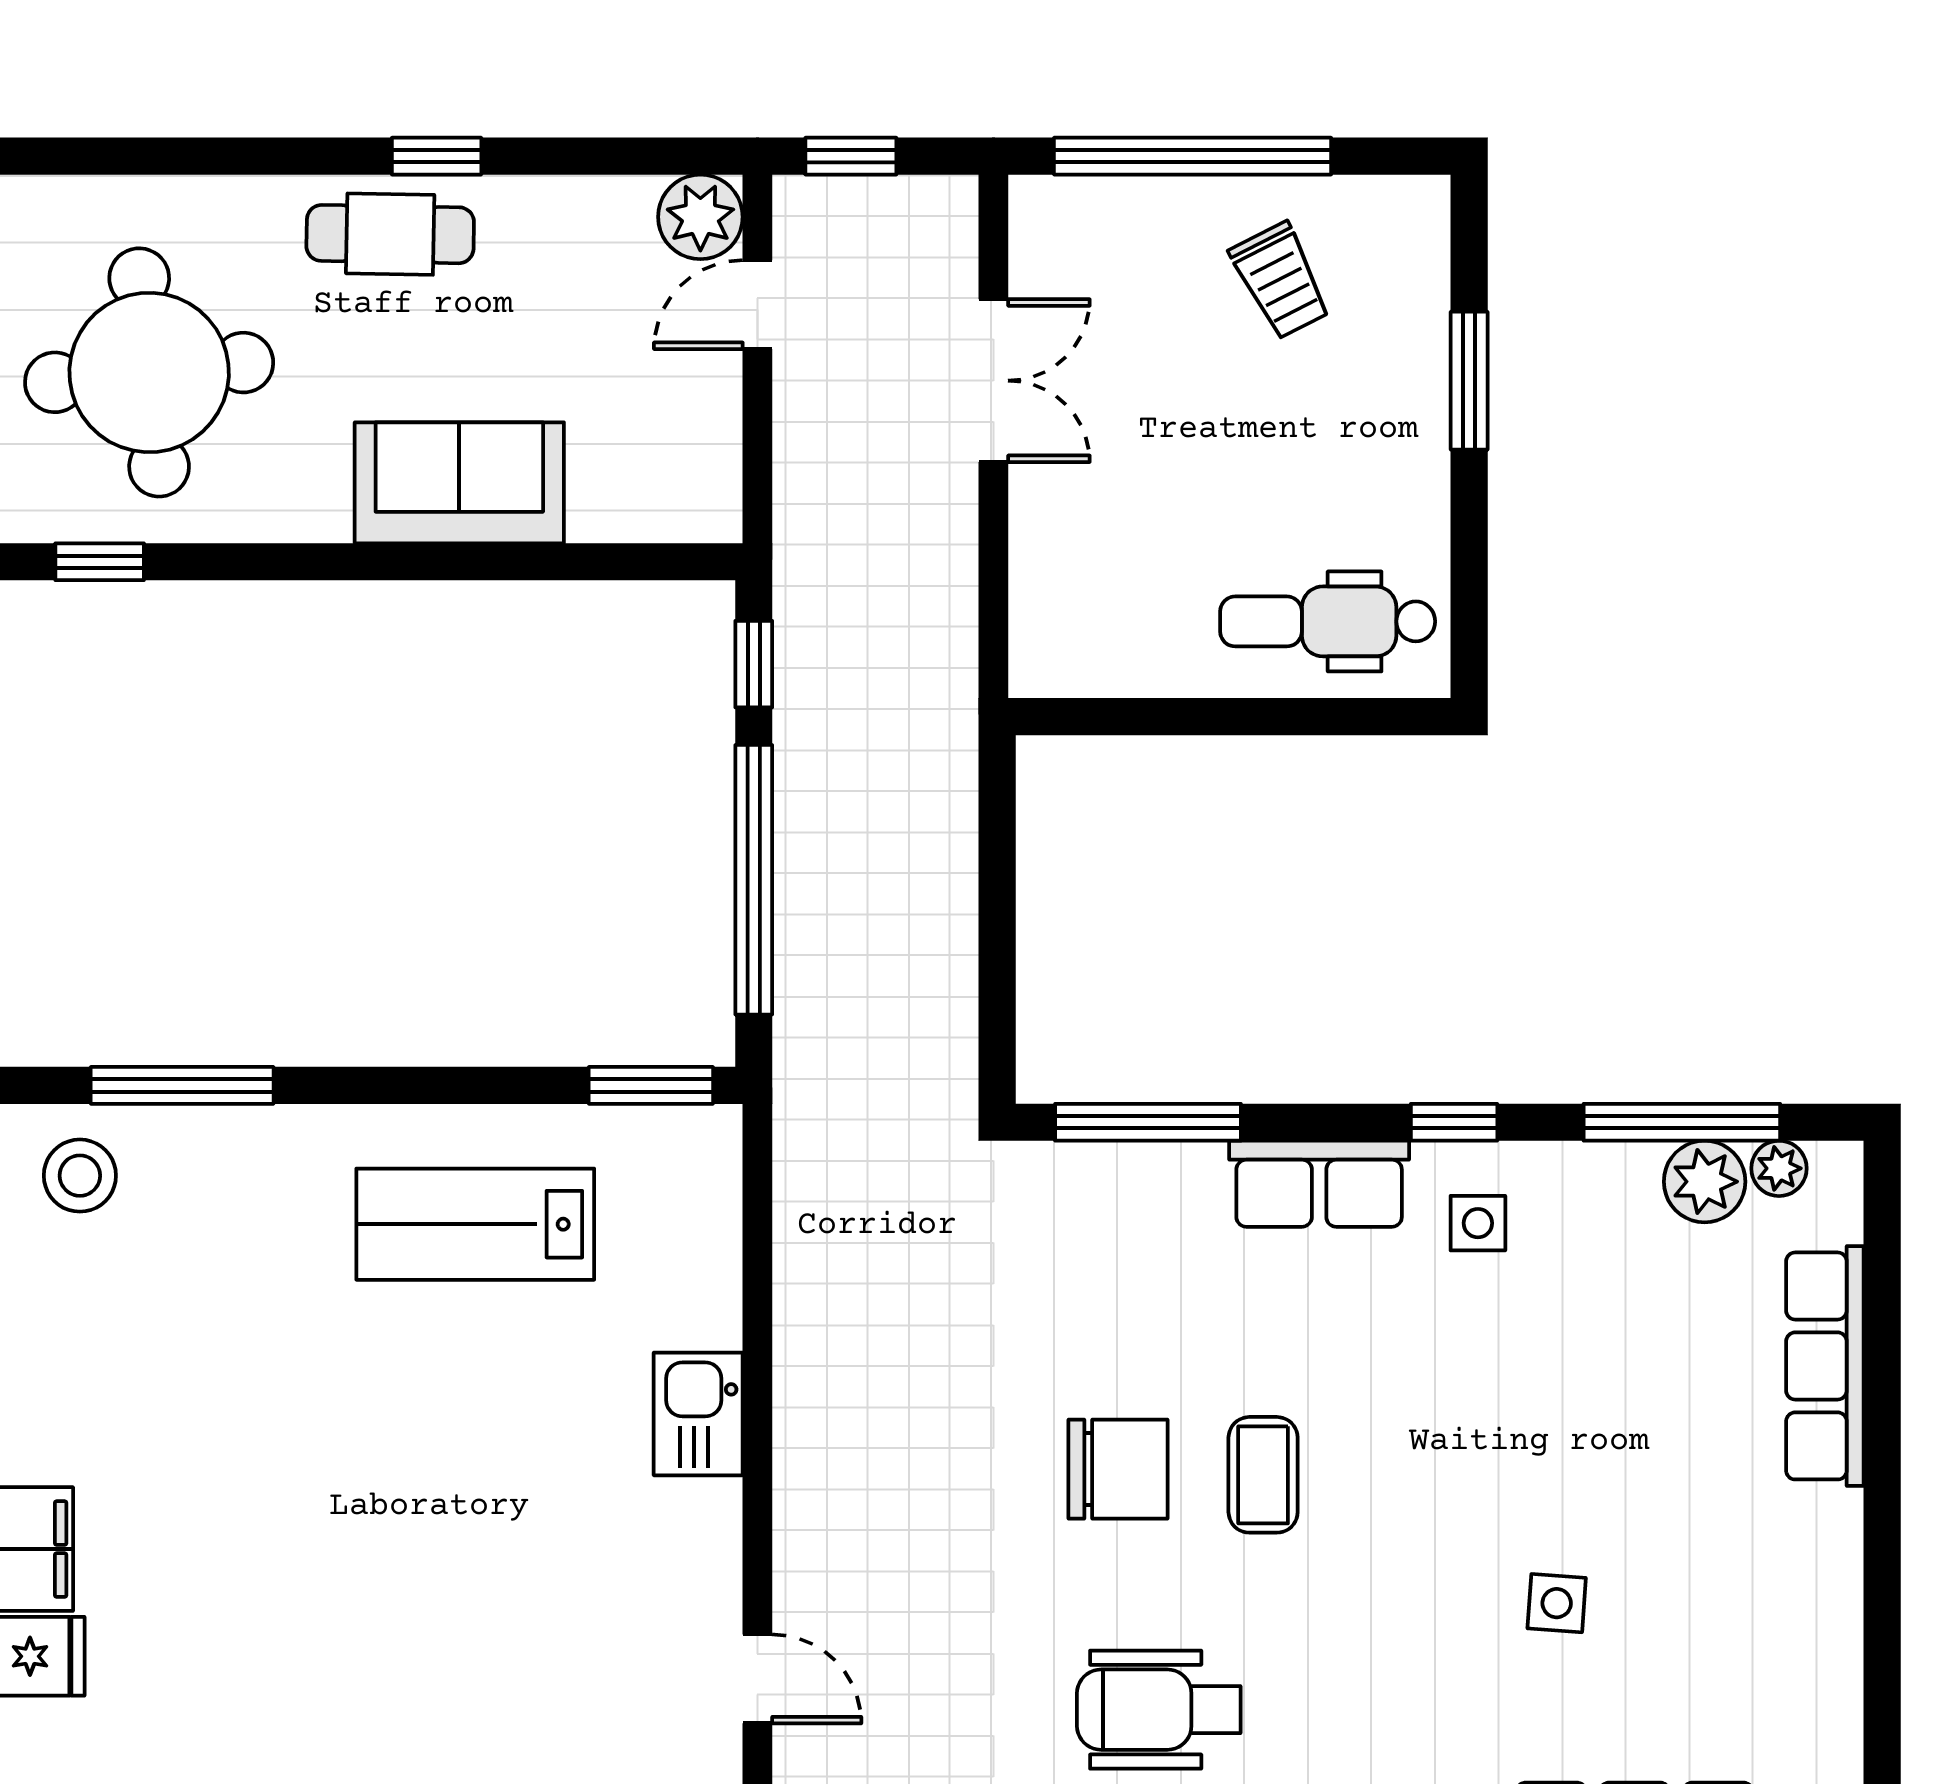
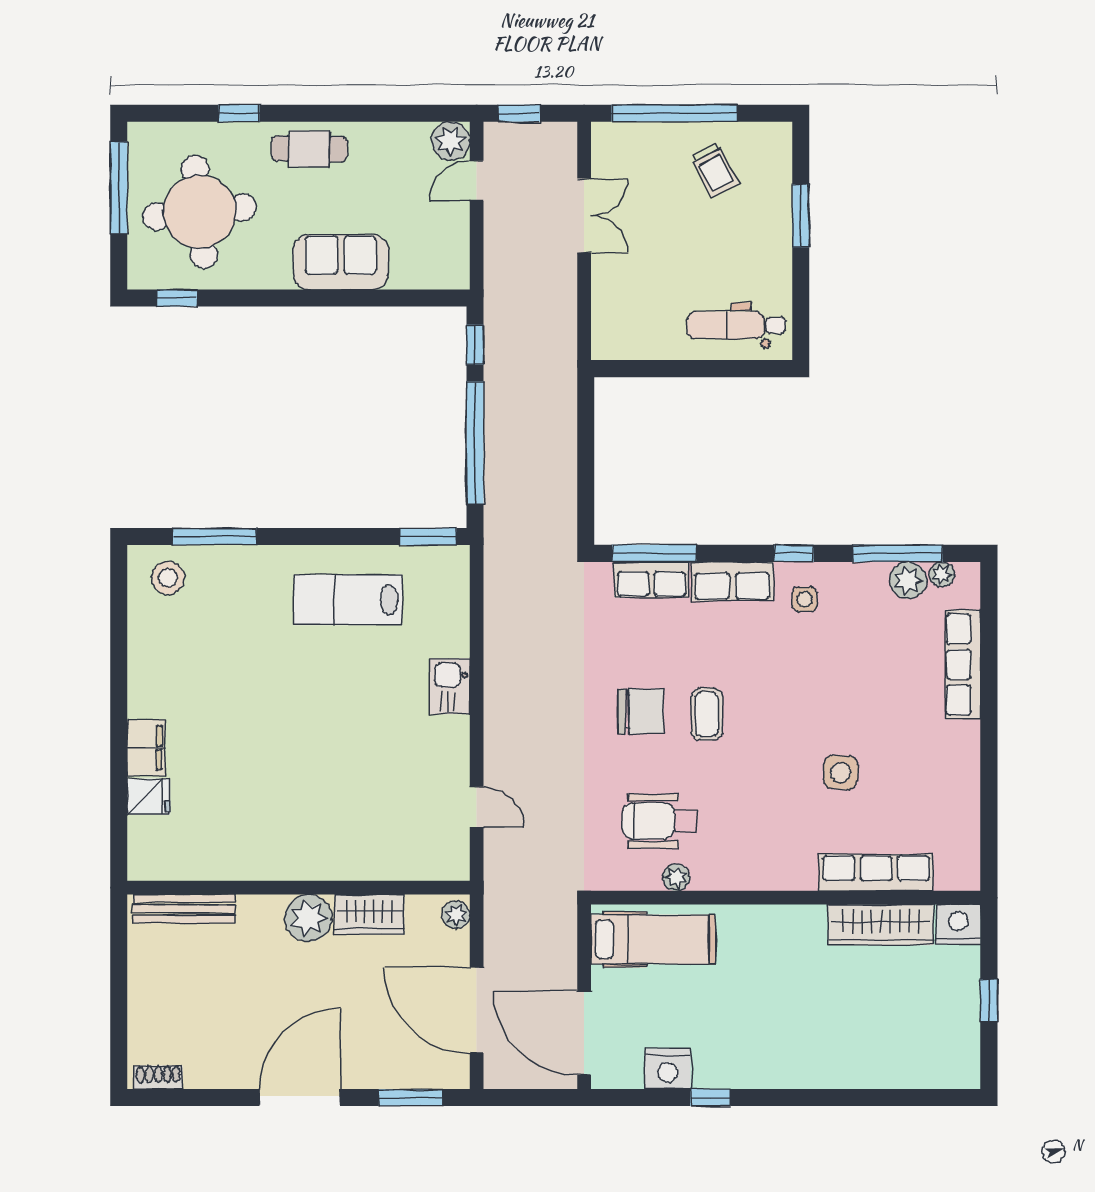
window: (437, 156) -> (239, 113), moved
row of seats: (1141, 1180) -> (651, 580), added
side table: (1557, 1603) -> (841, 772), width x1.37, depth x1.37

